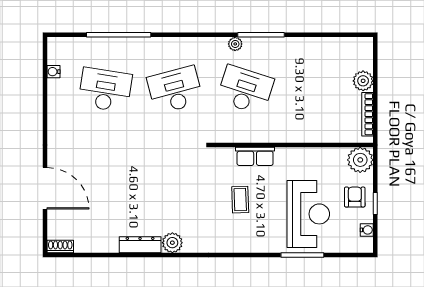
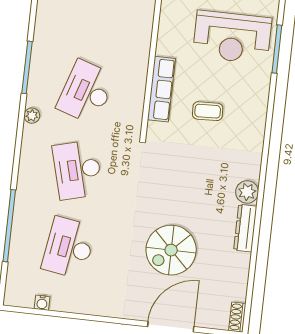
plant: (235, 44) -> (32, 116), moved
row of seats: (255, 156) -> (161, 89), width x1.48
spiral stairs: (113, 181) -> (171, 250), added
reception desk: (308, 214) -> (232, 37), turned 180

